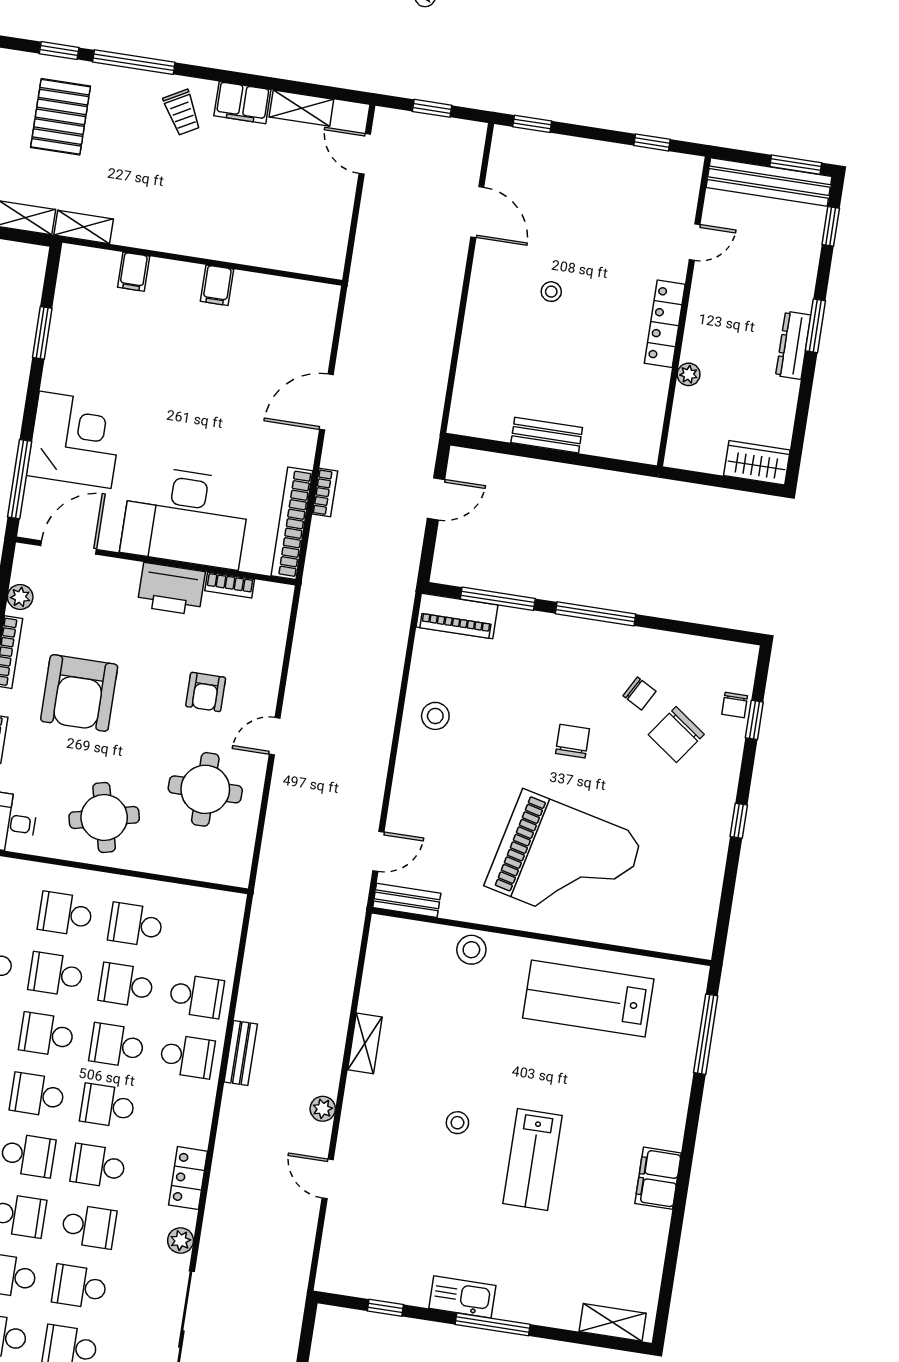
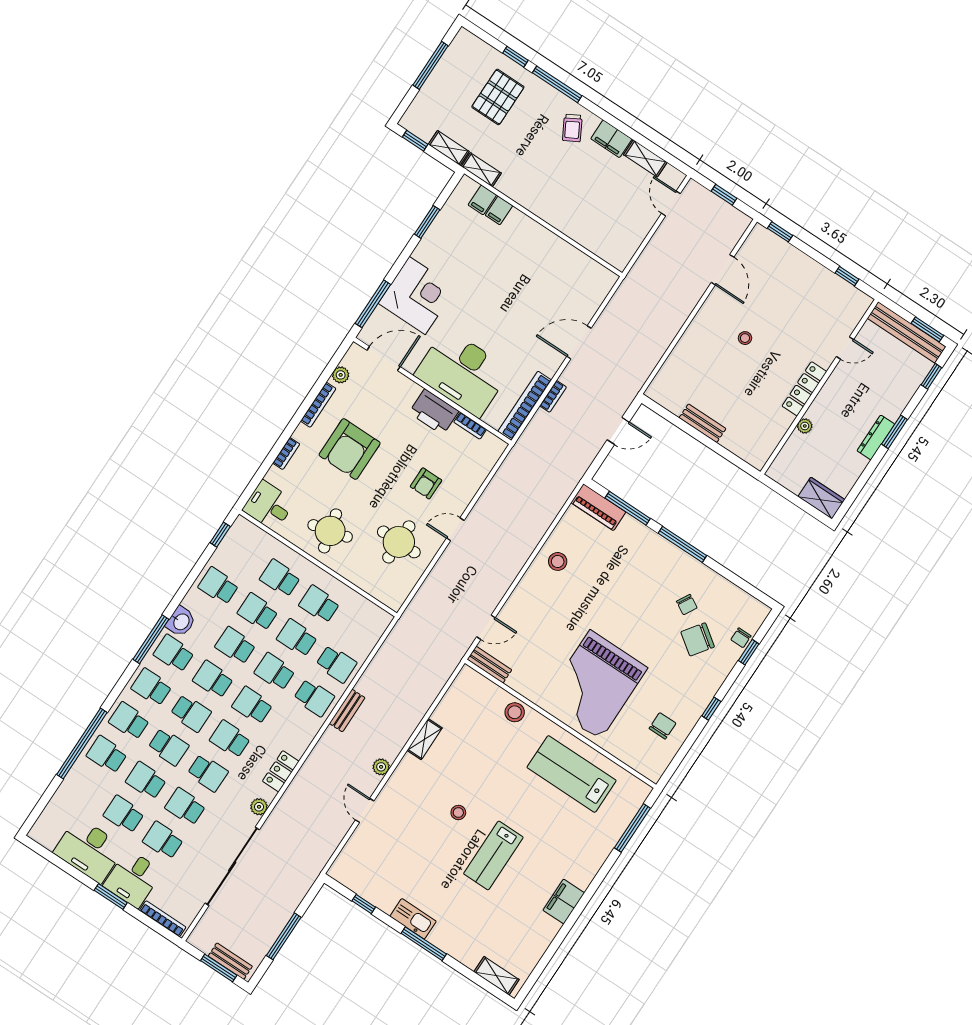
filing cabinet: (217, 285) -> (482, 200), moved
chair: (573, 741) -> (662, 726), moved
grand piano: (564, 861) -> (595, 685), turned 77

